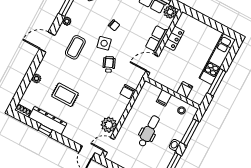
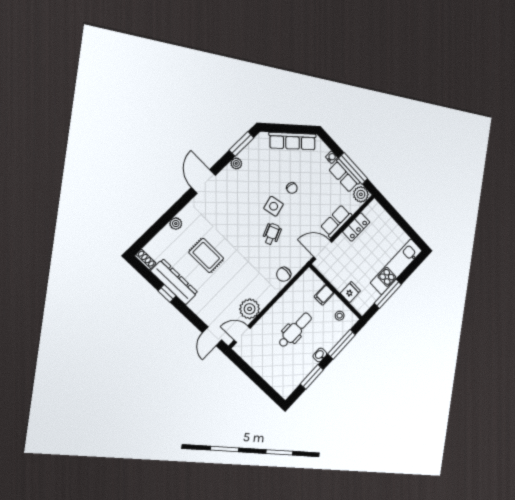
door: (47, 42) -> (203, 181), hinge flipped
coffee table: (75, 47) -> (237, 200), removed

